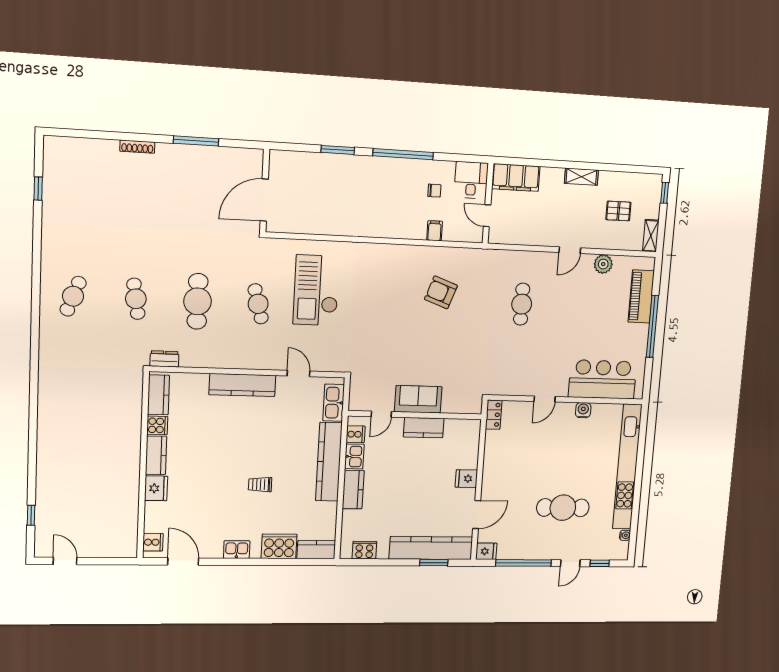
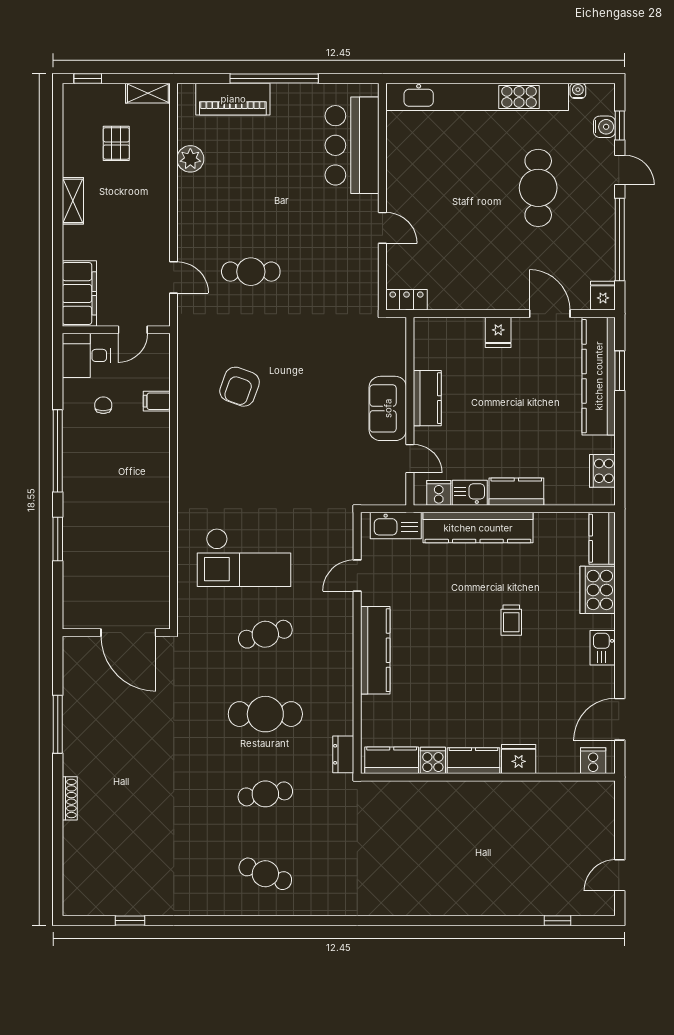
door: (570, 250) -> (174, 277), moved
water cooler: (583, 410) -> (604, 127), moved, turned 180

